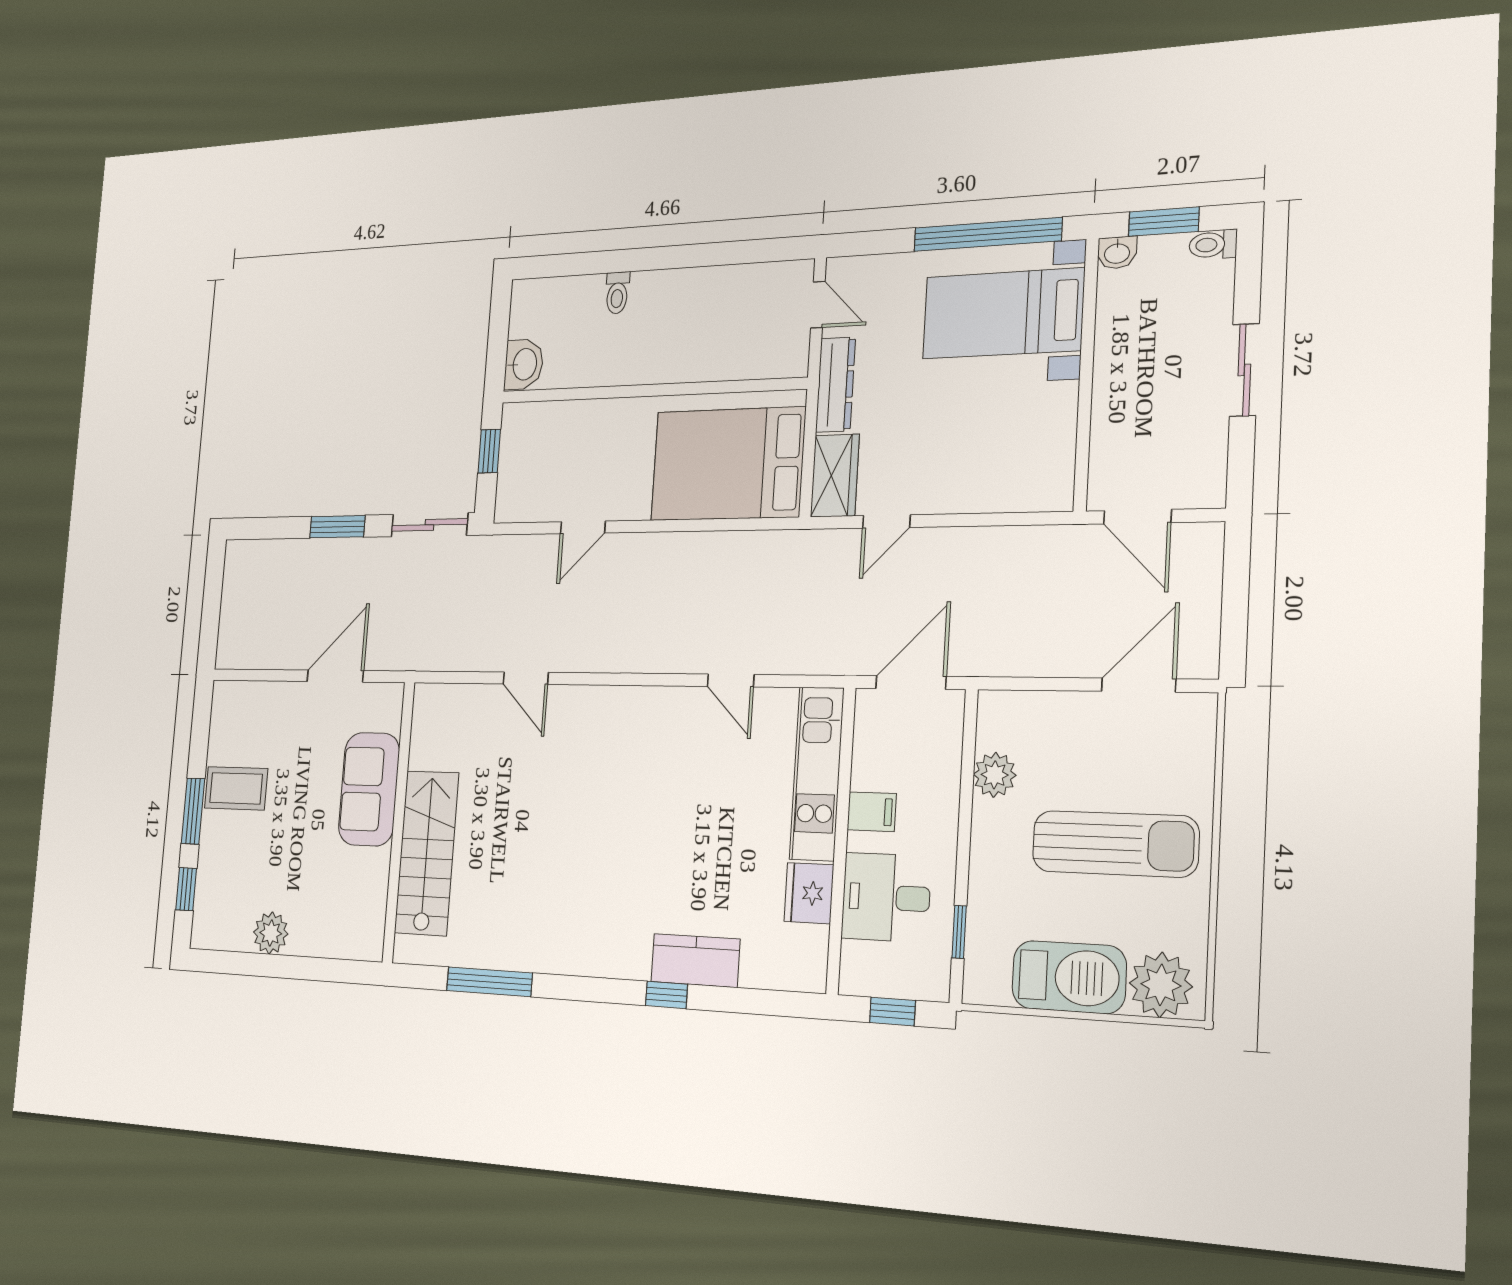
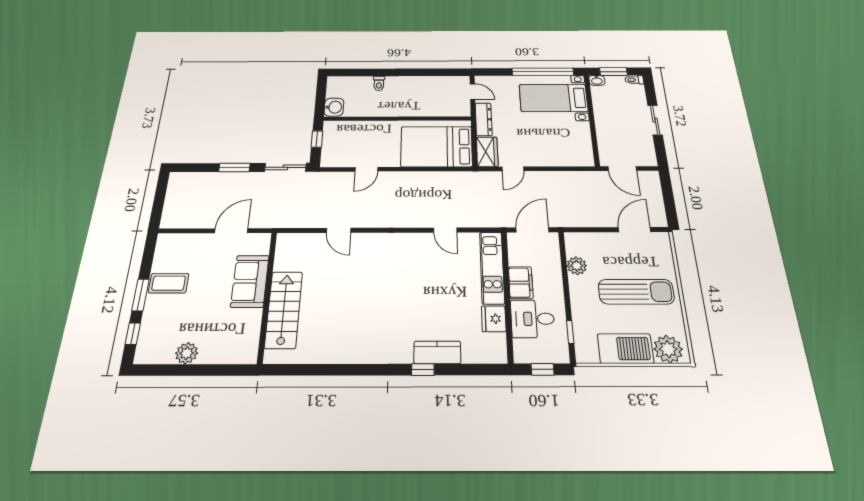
filing cabinet: (872, 812) -> (521, 283), width x2.00
window: (489, 982) -> (321, 370), removed

